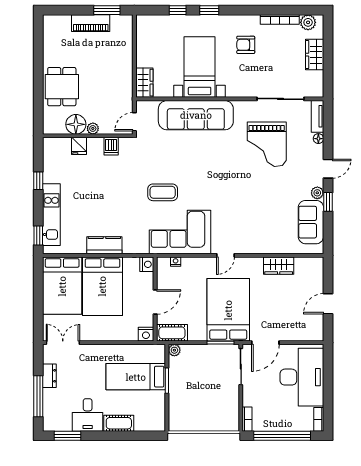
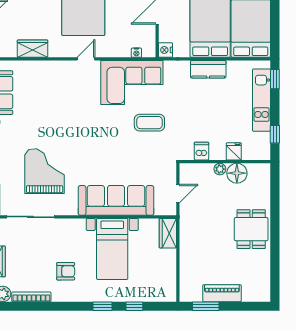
floor lamp: (76, 124) -> (237, 173), moved
plant: (93, 128) -> (220, 169), moved
wall: (88, 136) -> (225, 162), moved
fridge: (79, 146) -> (234, 151), moved
dishwasher: (111, 146) -> (201, 151), moved

